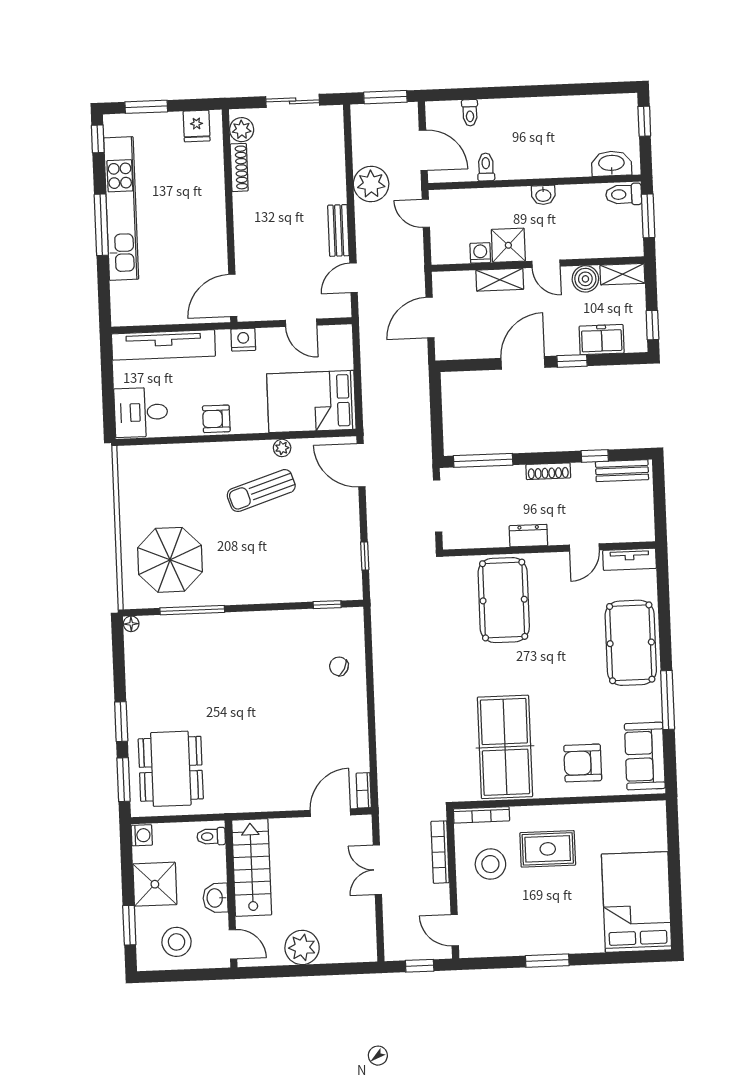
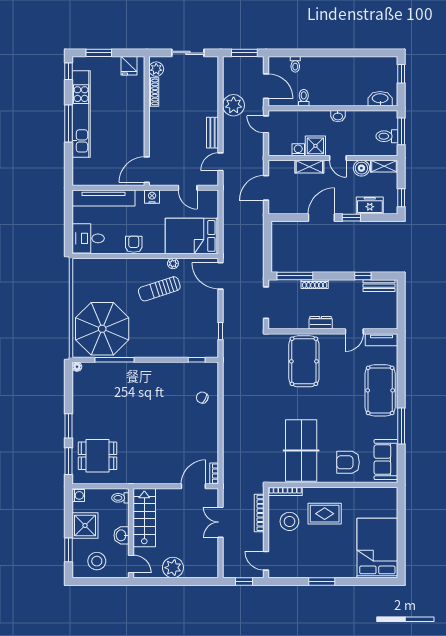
toilet: (624, 194) -> (387, 136), moved
armchair: (216, 419) -> (134, 244), turned 90
shoe rack: (548, 471) -> (315, 284), moved
parasol: (170, 560) -> (102, 329), width x1.36, depth x1.36
dining table: (171, 769) -> (98, 456), width x0.73

